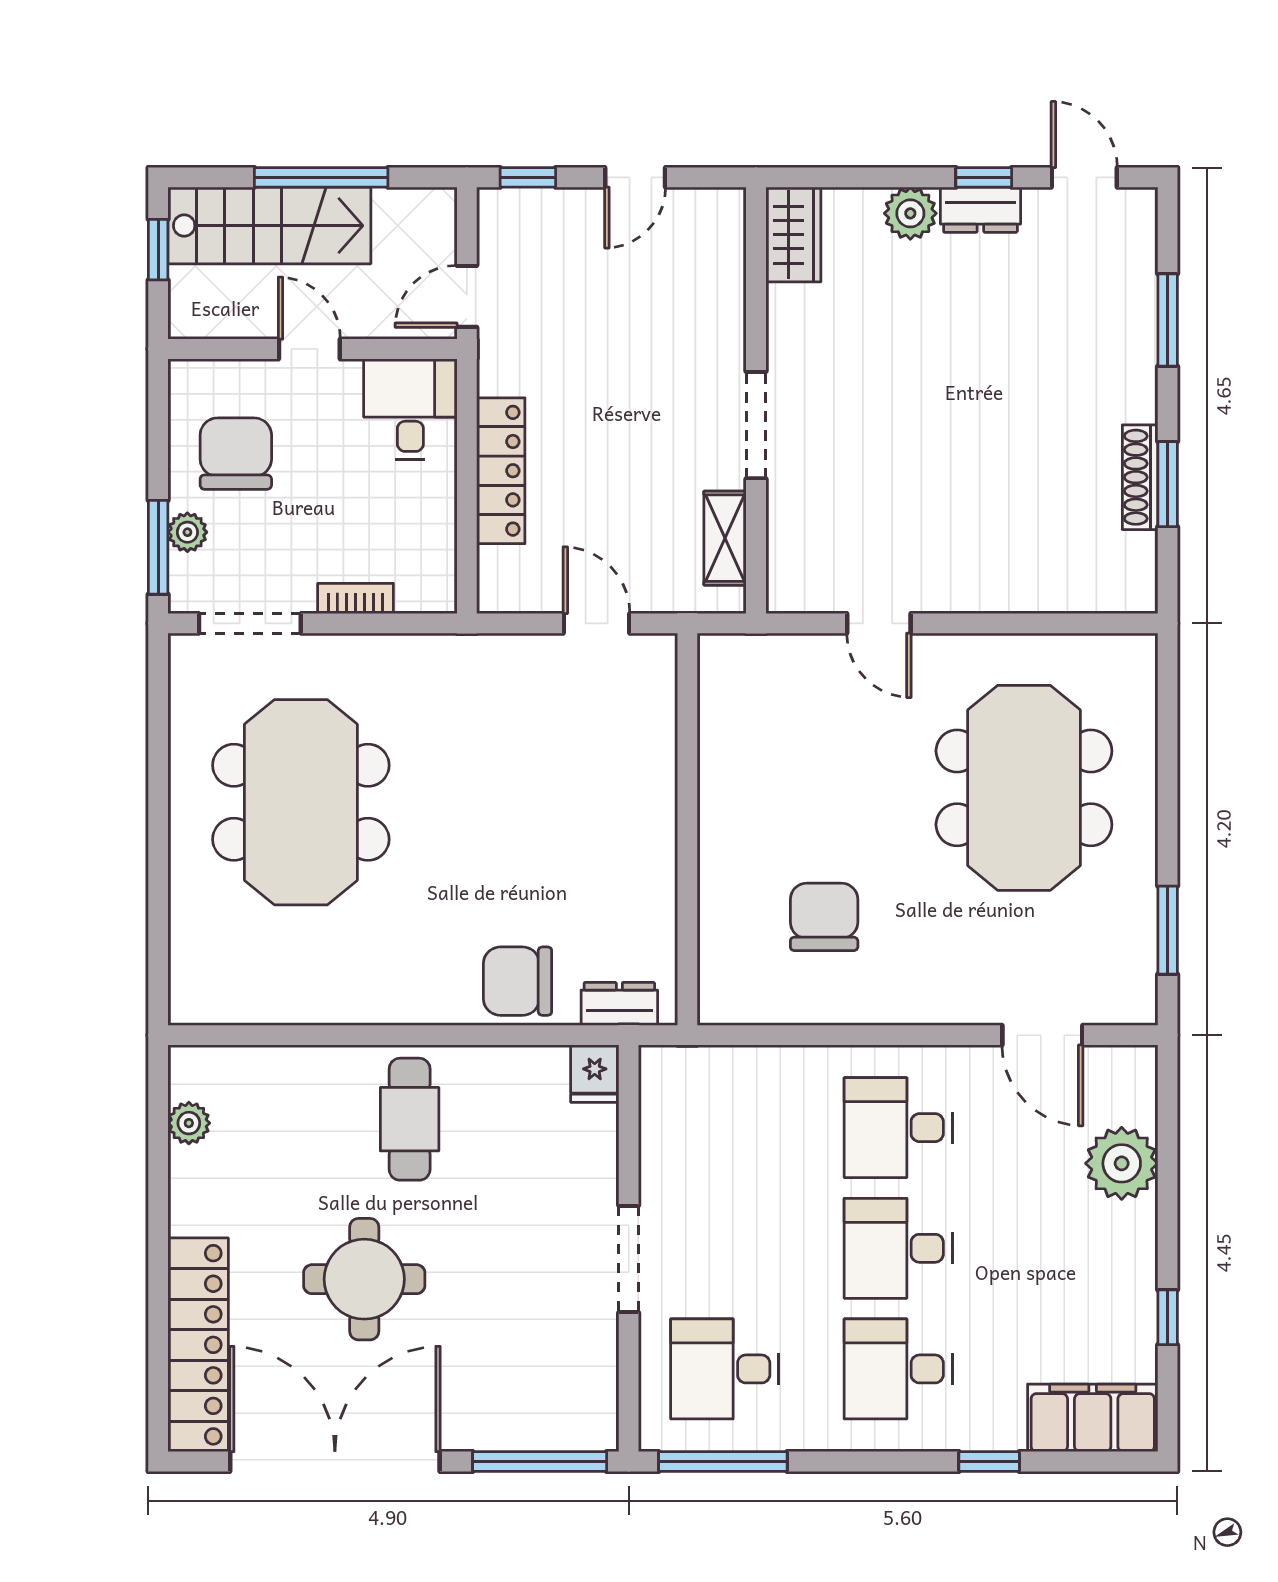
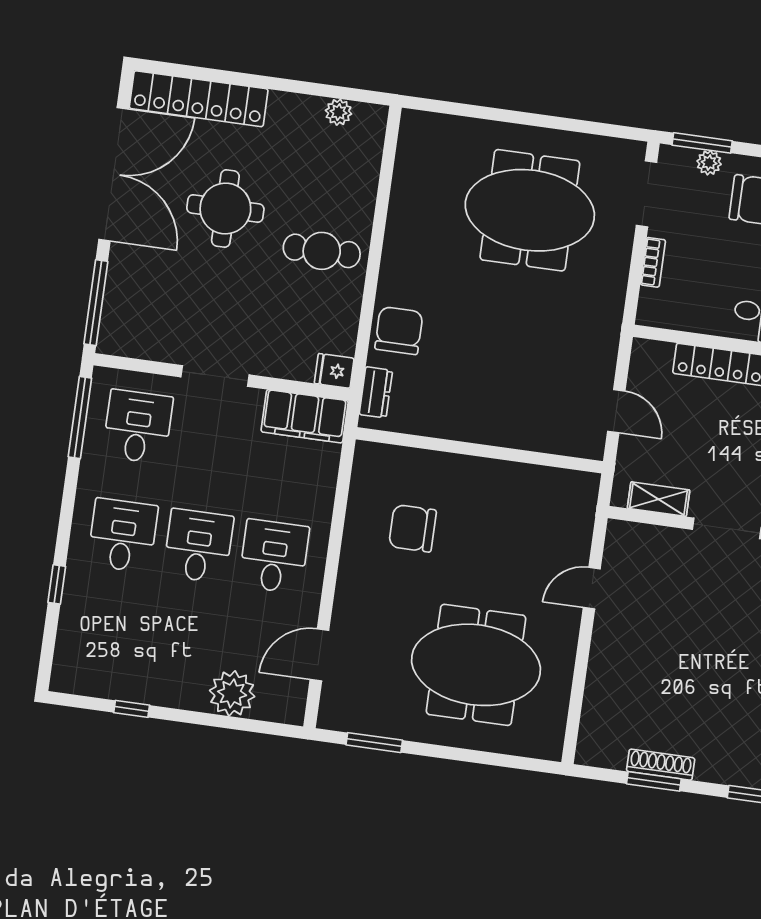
door: (597, 623) -> (616, 411), hinge flipped
chair: (824, 917) -> (413, 528), turned 180
filing cabinet: (1093, 1418) -> (305, 416), moved, turned 90

